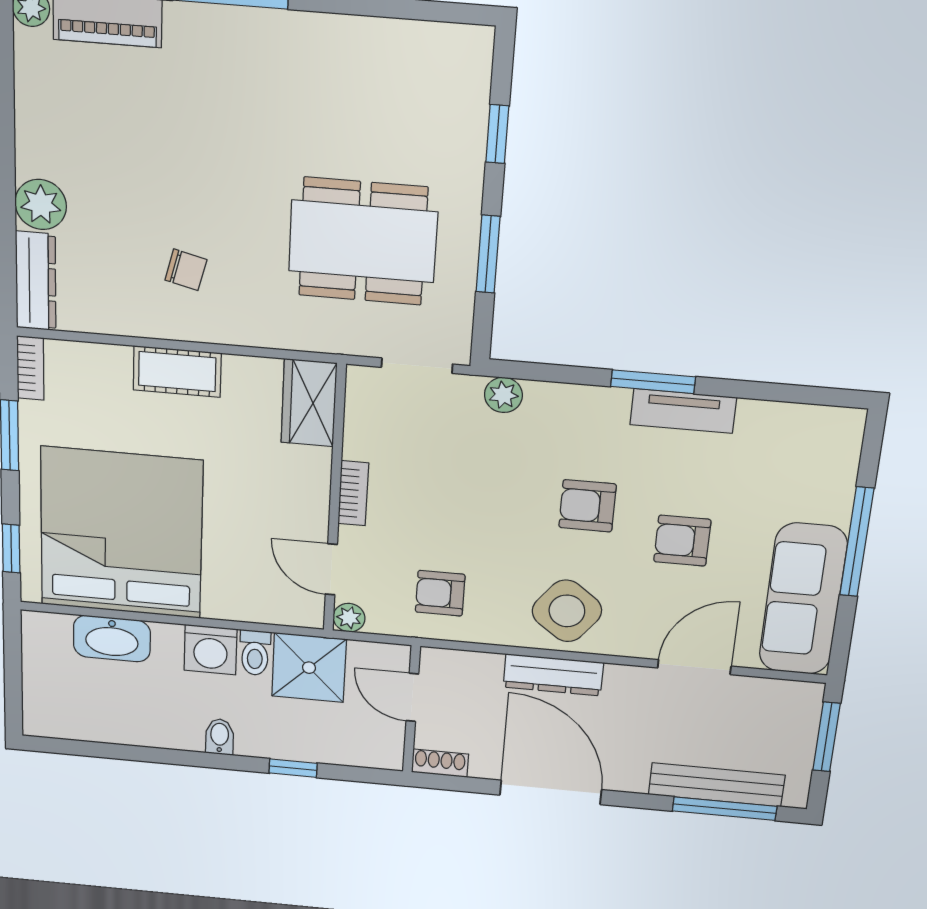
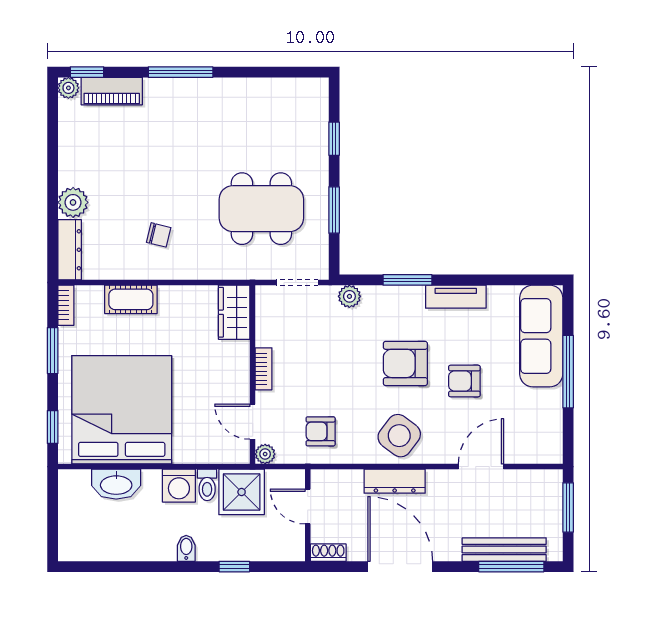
cot: (177, 372) -> (131, 299), moved
window: (653, 382) -> (407, 280), moved
armchair: (588, 506) -> (405, 363), width x1.38, depth x1.38
sofa: (803, 599) -> (541, 336), moved

